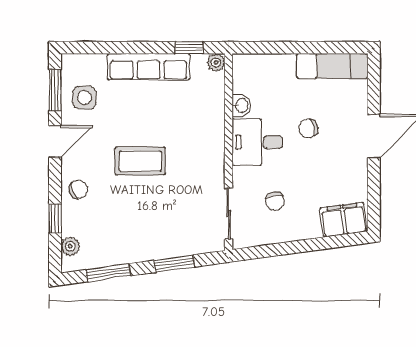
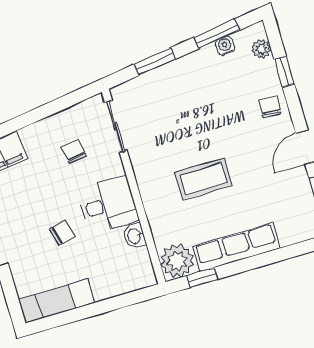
plant: (216, 62) -> (177, 261), width x1.87, depth x1.87
side table: (84, 97) -> (290, 199), removed
coffee table: (140, 161) -> (203, 179), moved
chair: (78, 189) -> (270, 107), turned 116
water cooler: (104, 259) -> (225, 46), added

